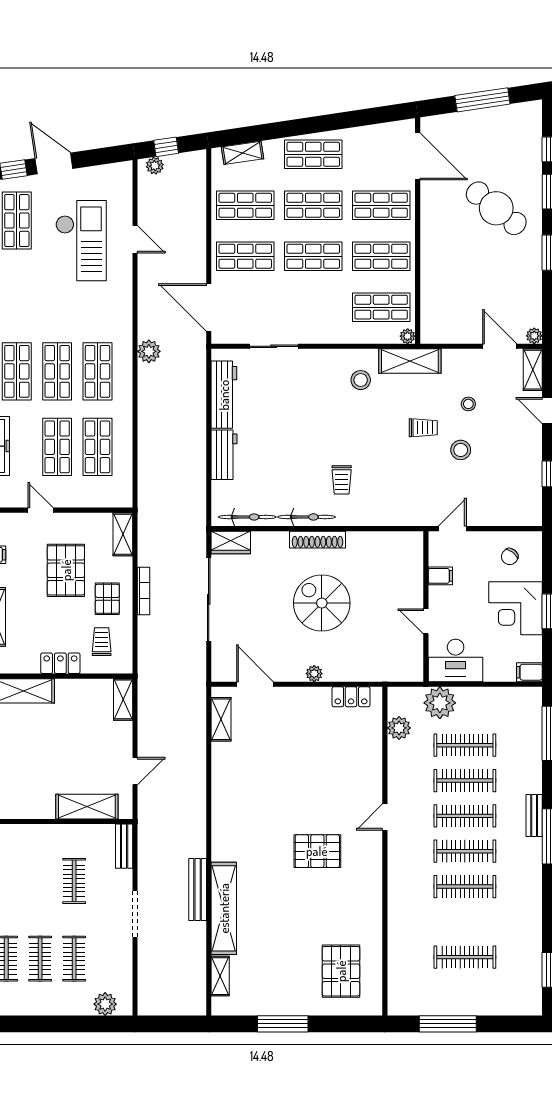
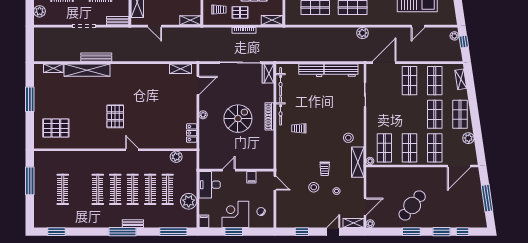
plant: (361, 137) -> (468, 138), added
cafe table: (496, 208) -> (412, 205), moved
shop shelf: (313, 256) -> (410, 114), removed
plant: (440, 703) -> (189, 201), moved

